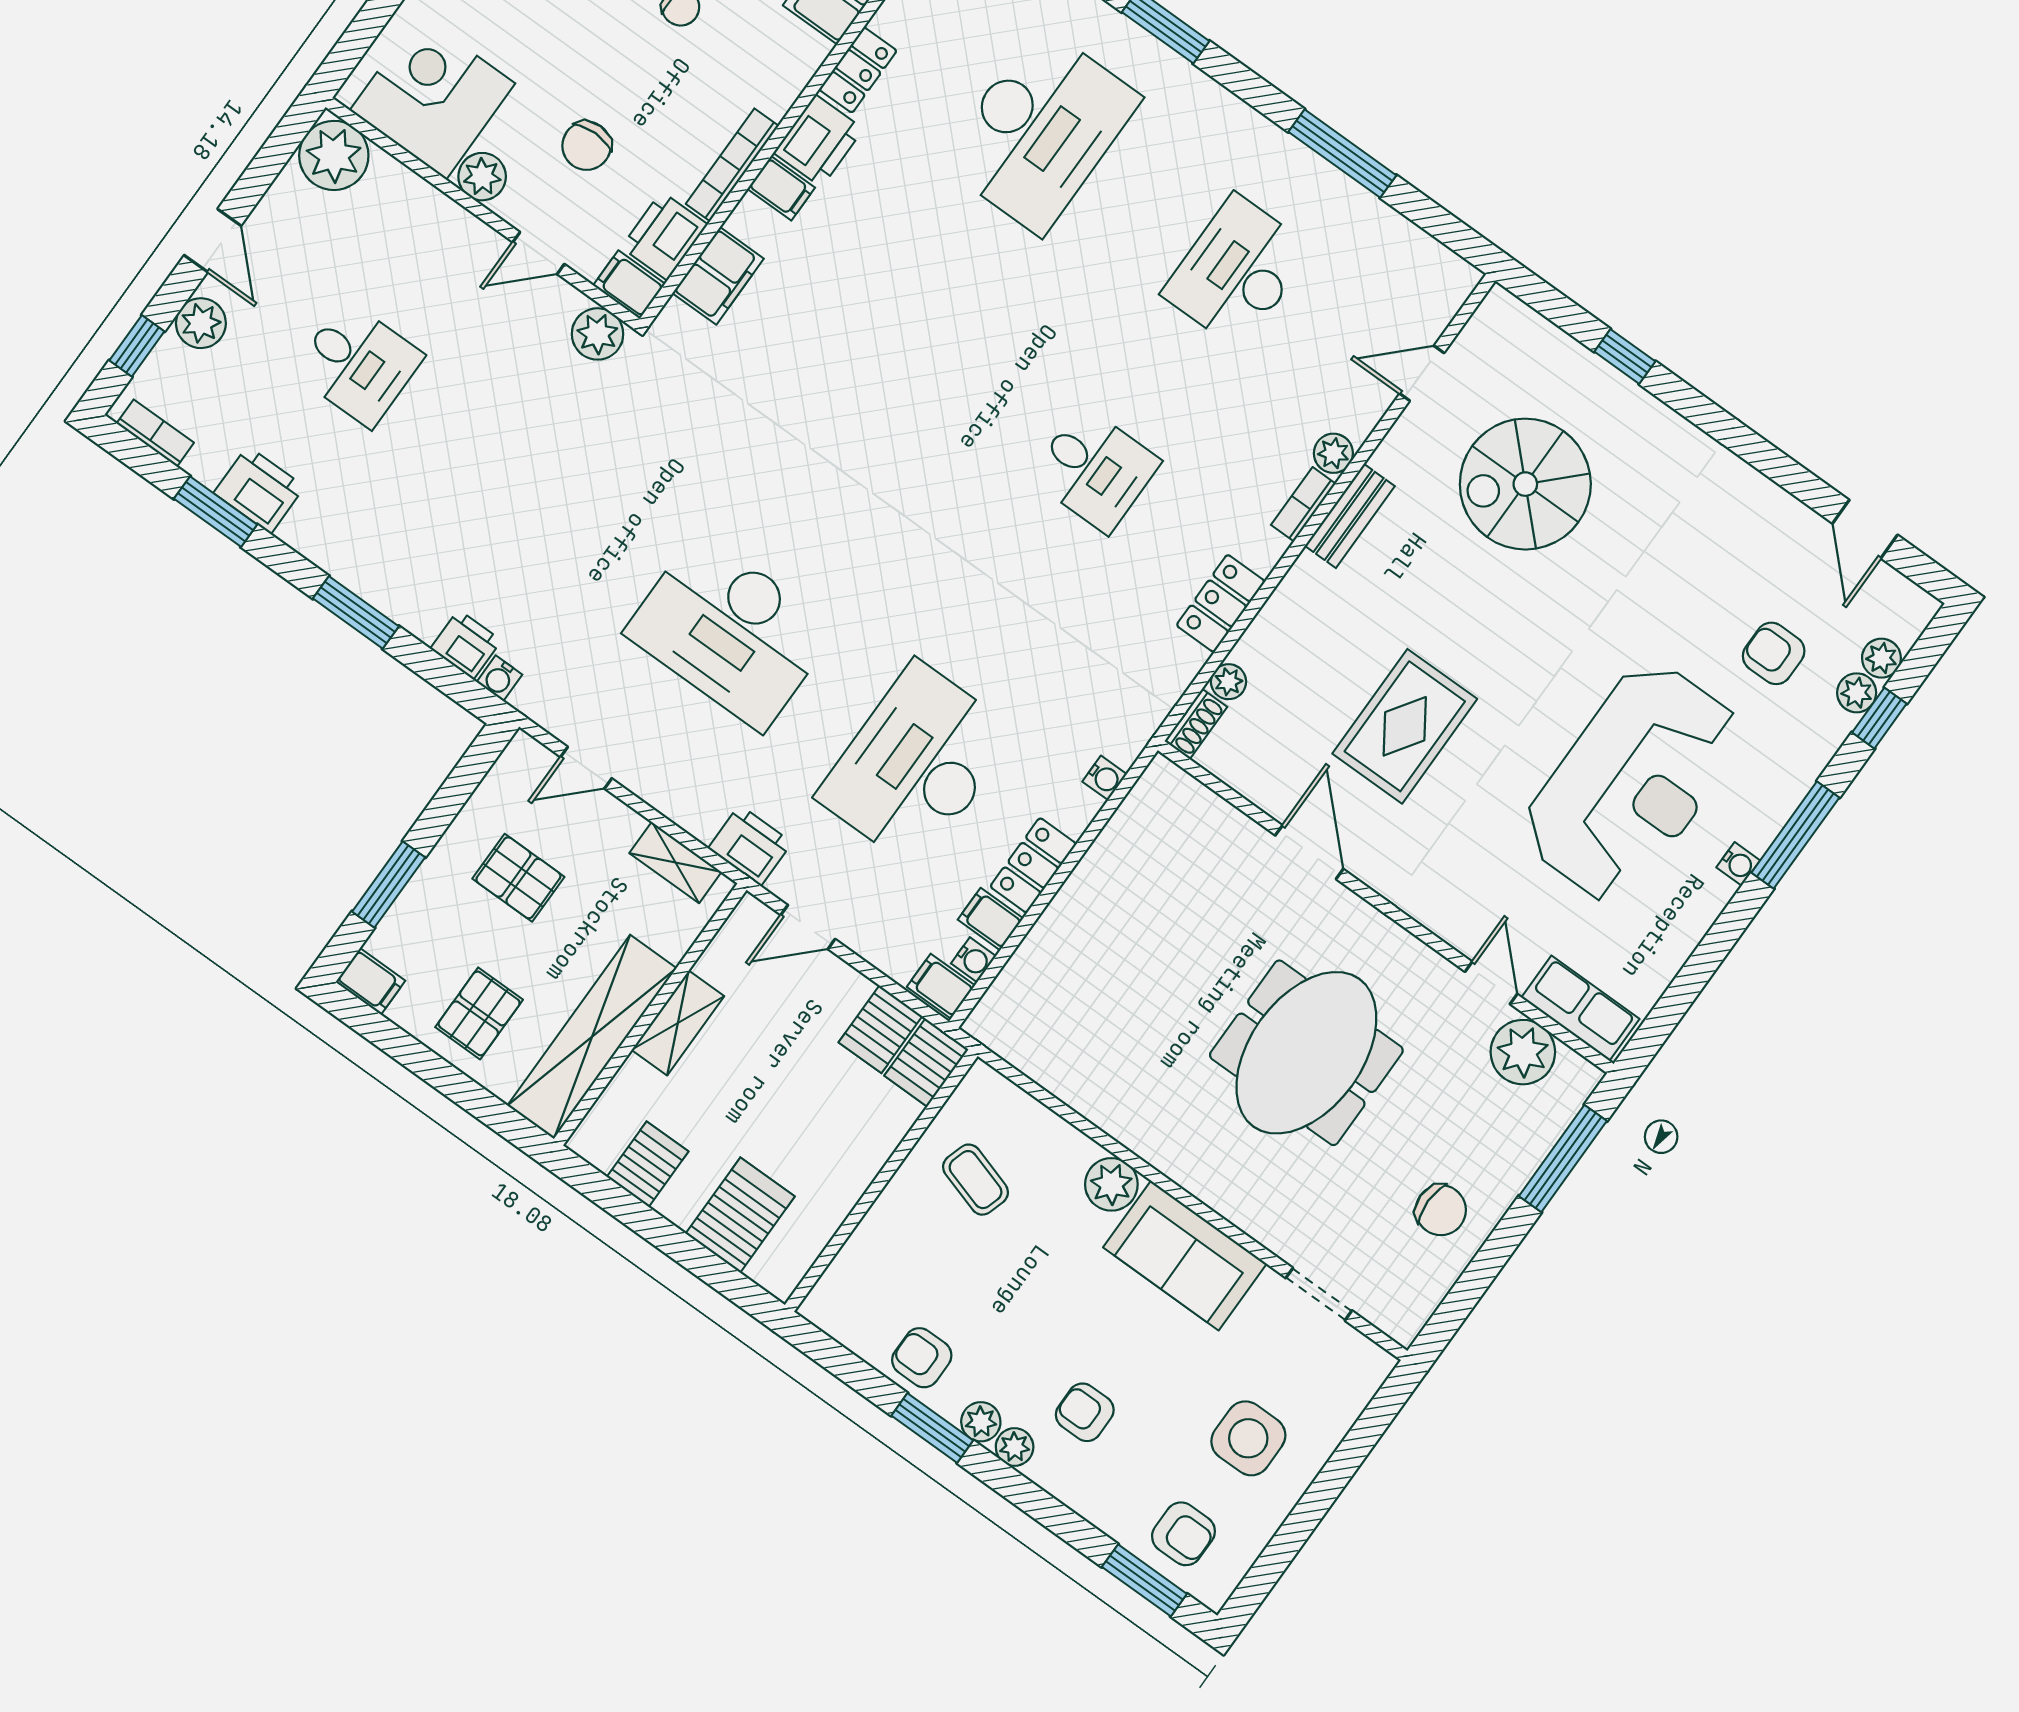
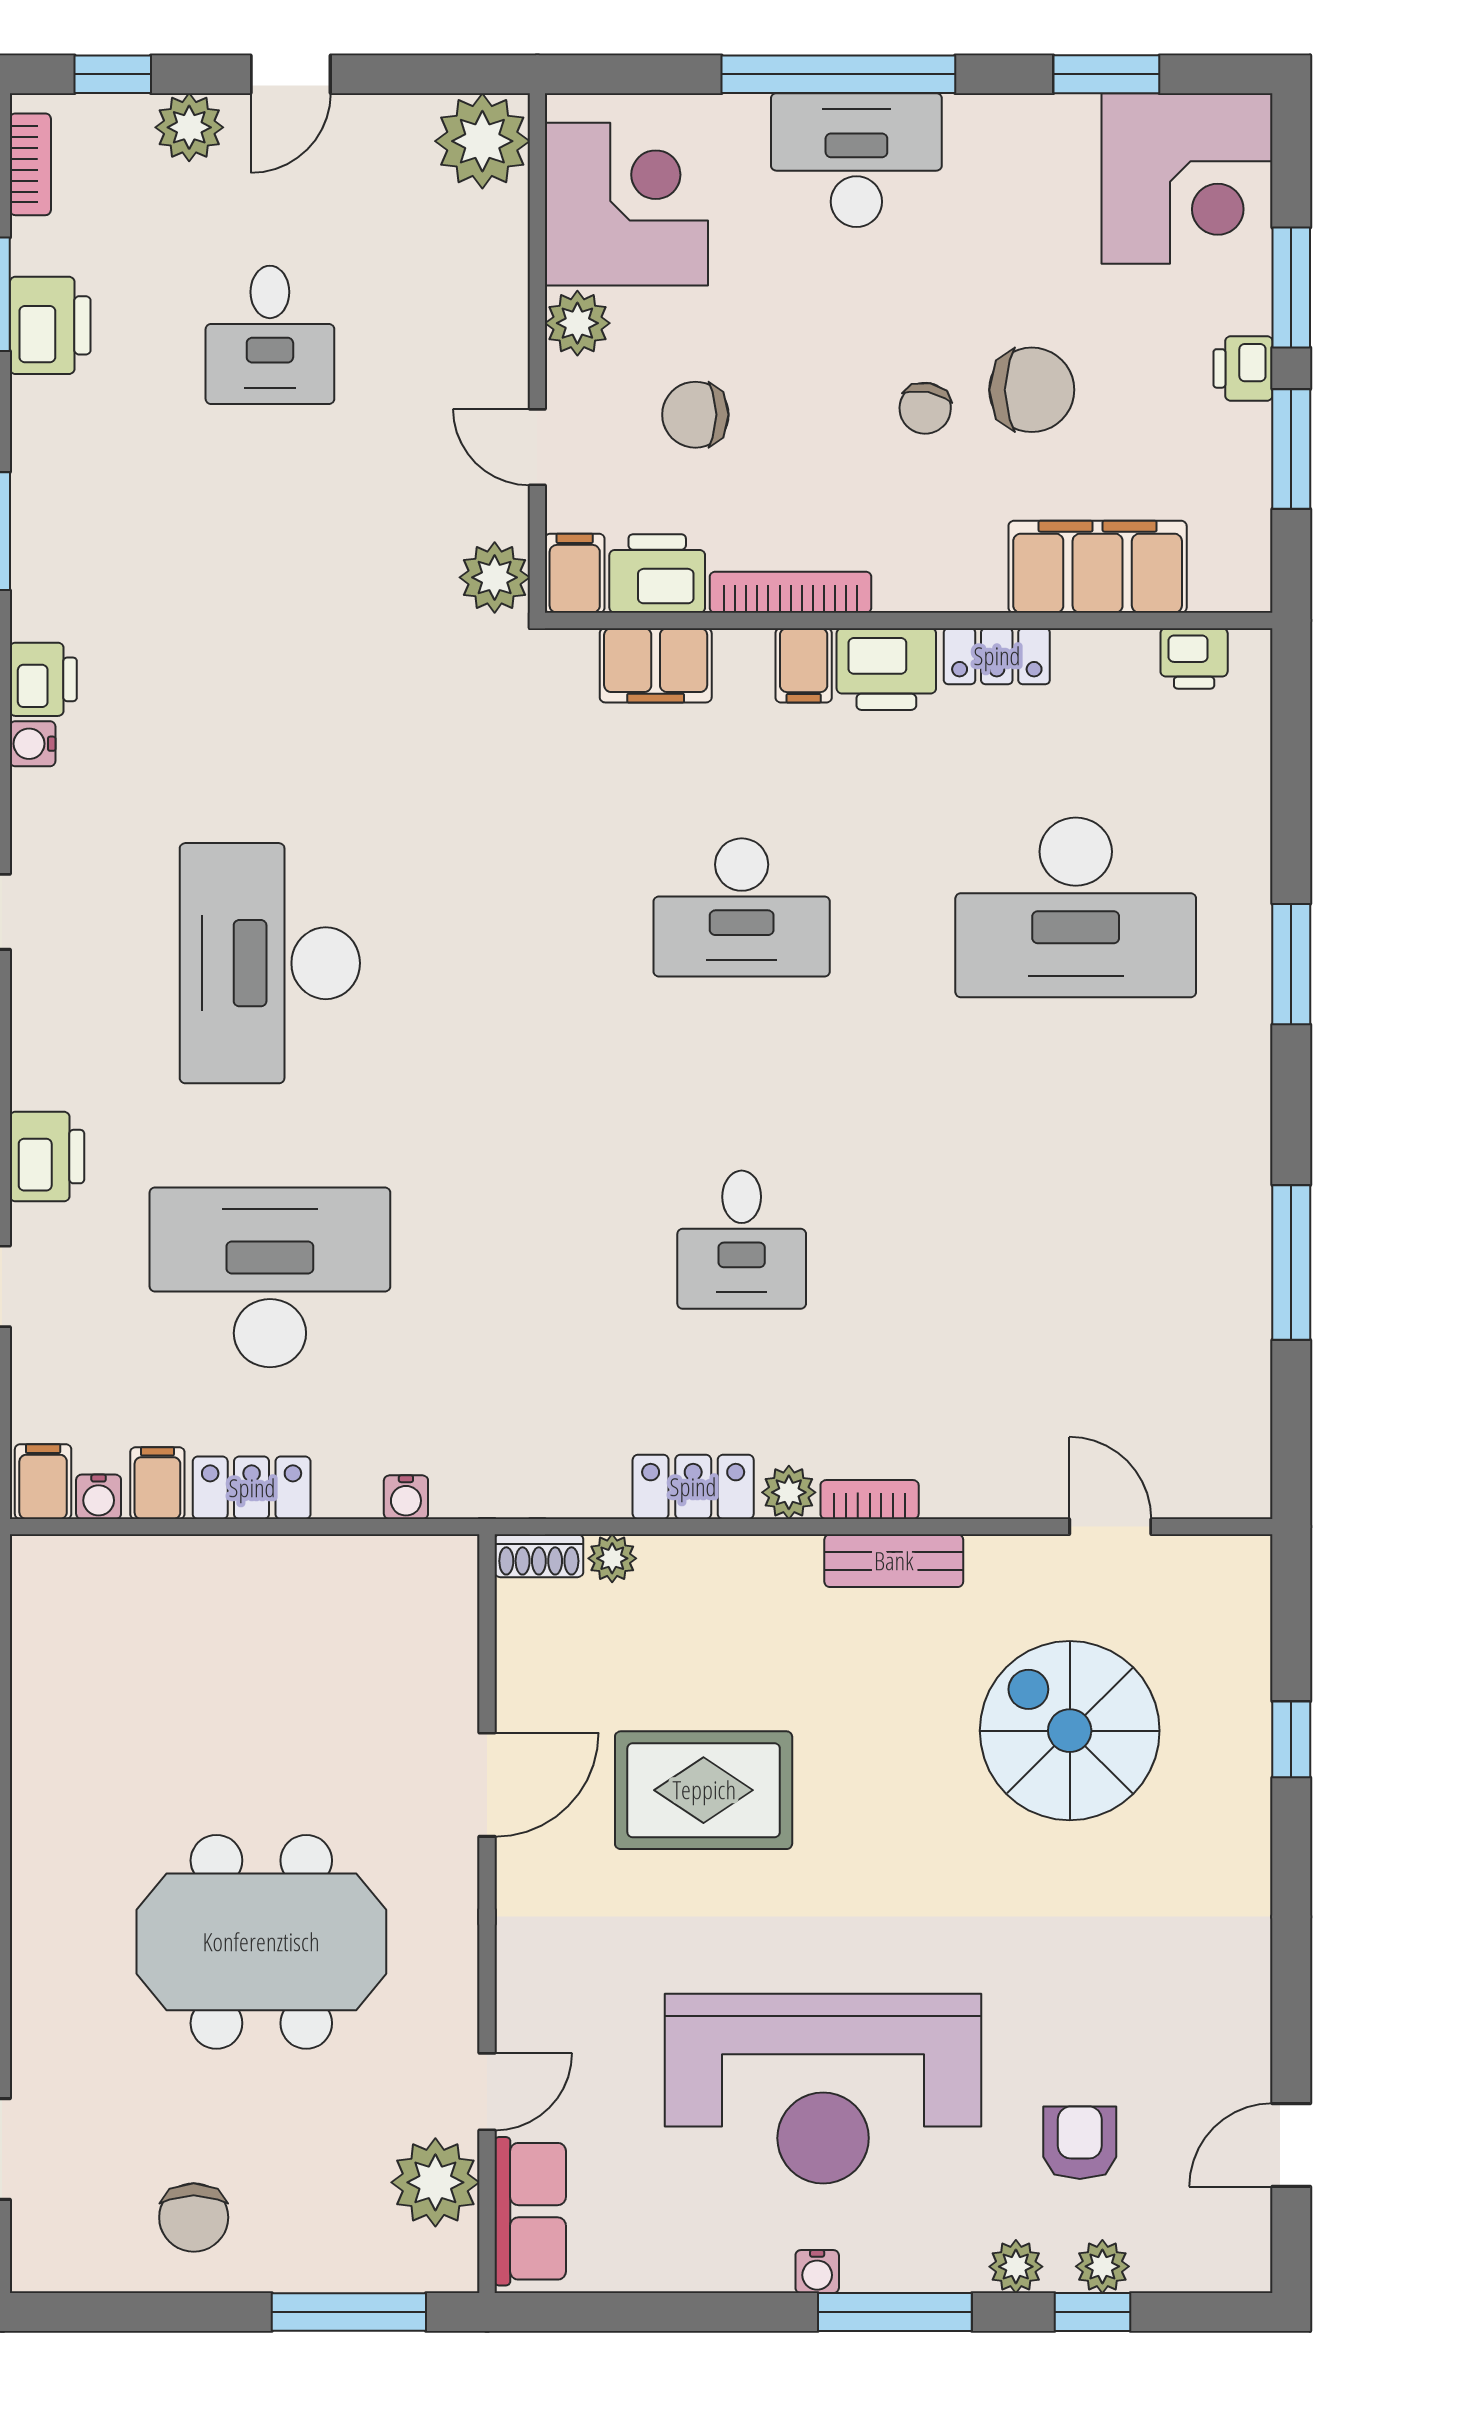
desk: (1237, 272) -> (742, 907), moved, turned 180
plant: (1333, 453) -> (789, 1492), moved
plant: (1881, 658) -> (1016, 2267), moved

